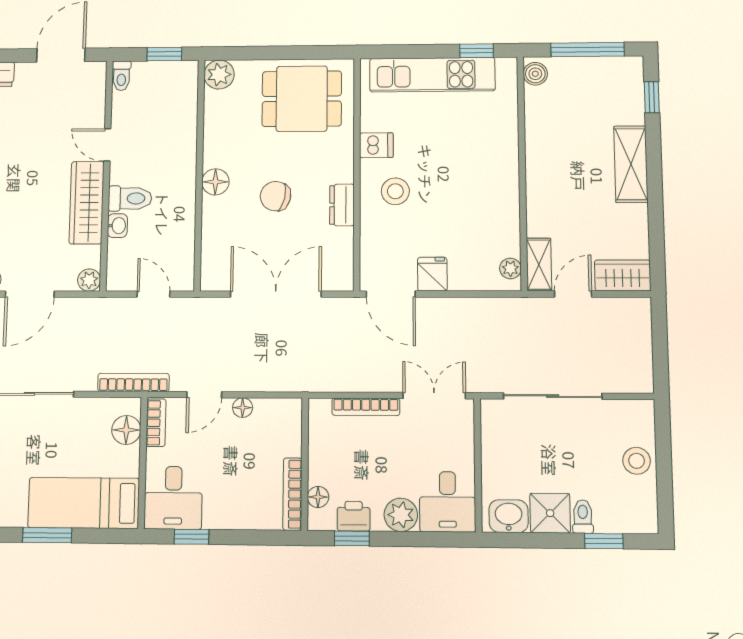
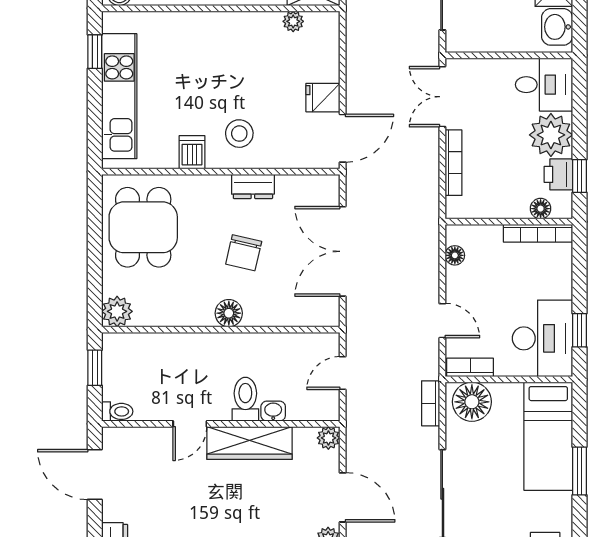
plant: (510, 268) -> (293, 21), moved
bookcase: (133, 382) -> (431, 403), width x0.64
floor lamp: (243, 408) -> (455, 255), moved
floor lamp: (126, 430) -> (472, 402), width x1.38, depth x1.38
desk: (173, 498) -> (542, 338), width x1.37
plant: (401, 515) -> (551, 135), width x1.36, depth x1.36

